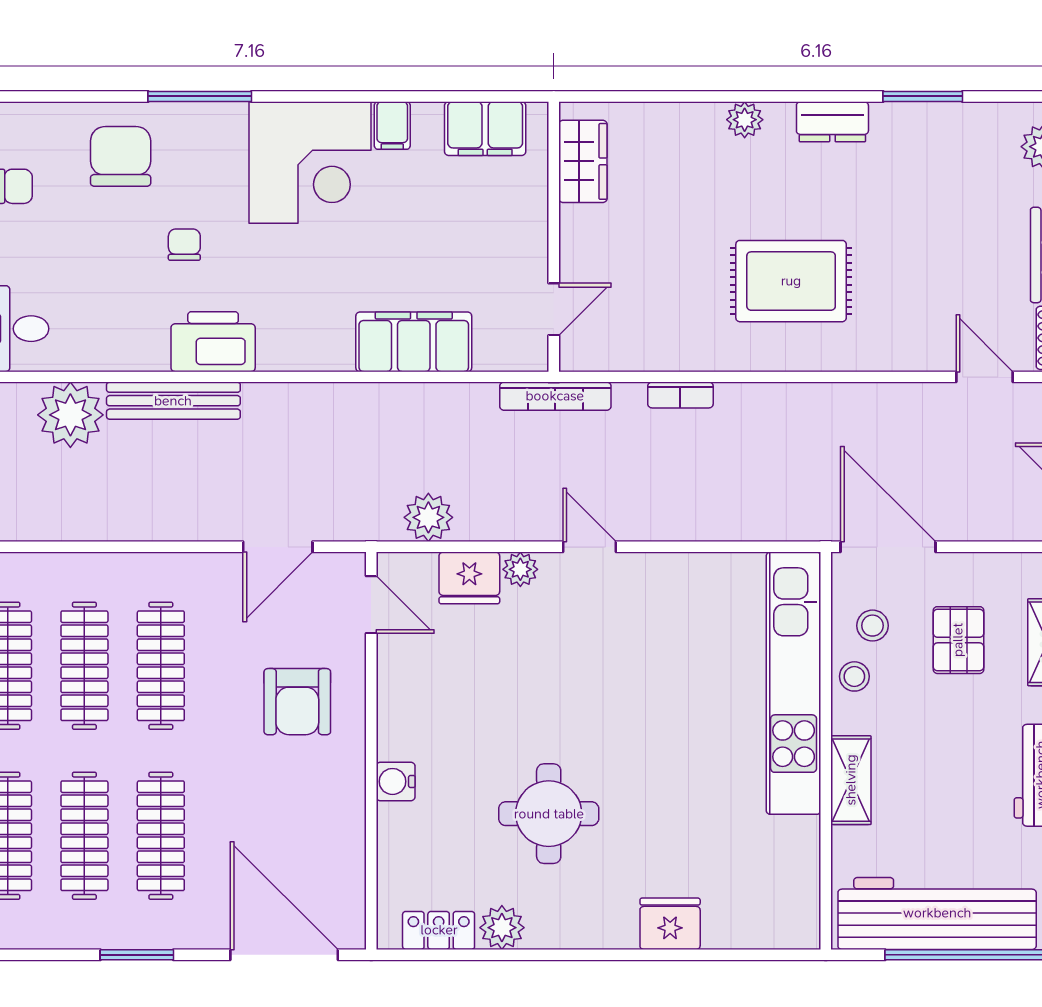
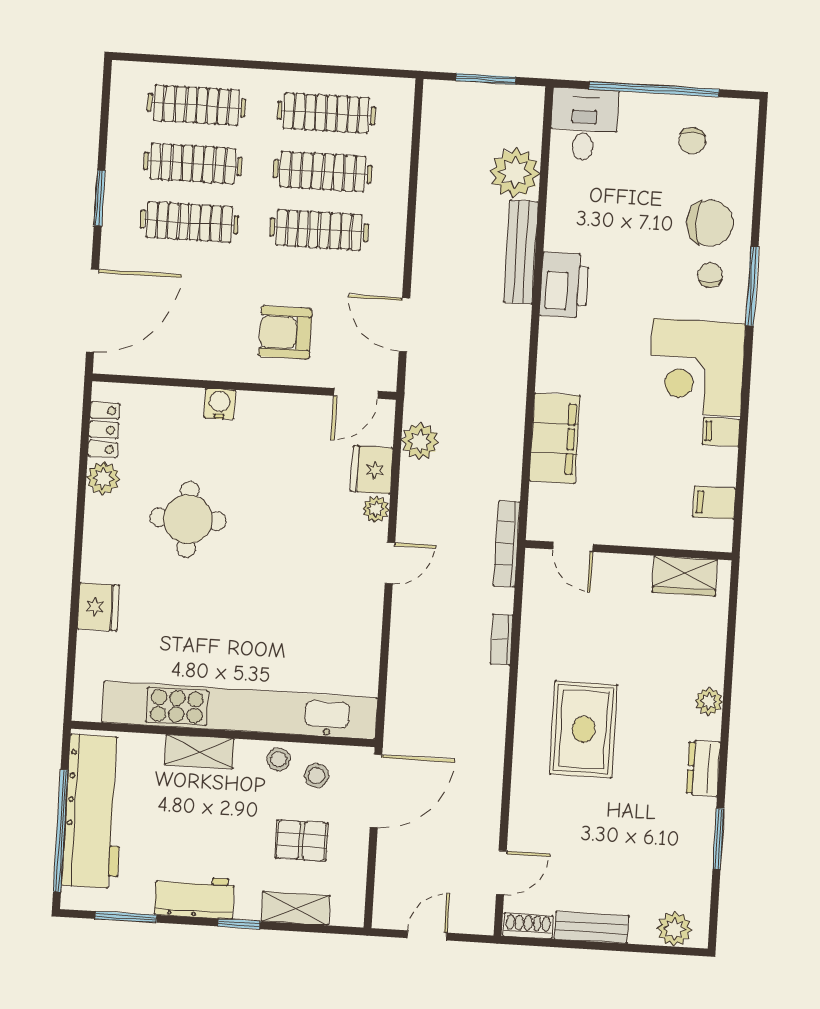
filing cabinet: (485, 129) -> (714, 503), width x0.50
chair: (184, 245) -> (710, 275), moved, turned -94
kitchen unit: (794, 683) -> (240, 710), width x1.36

